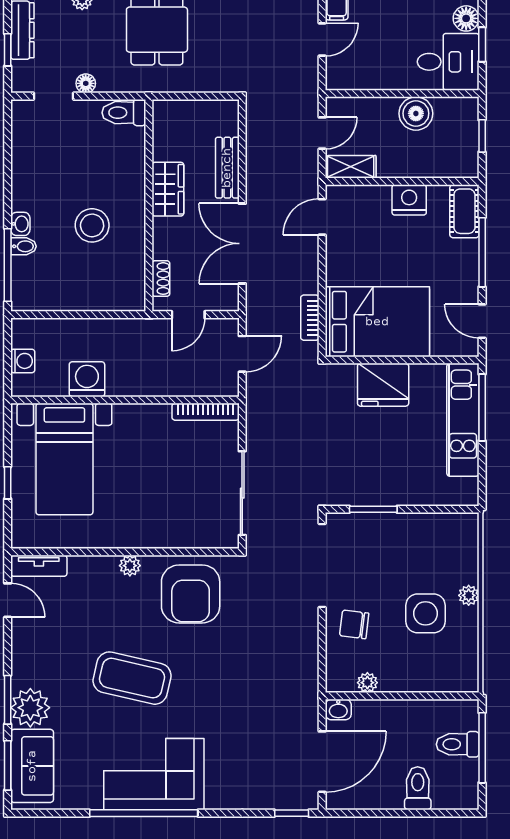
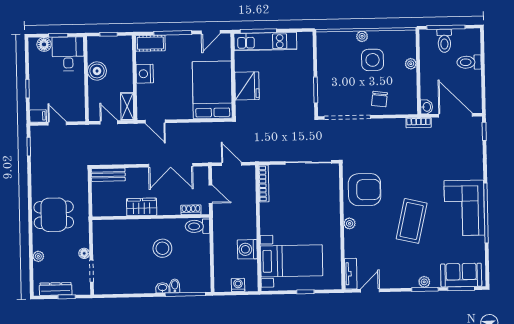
toilet: (124, 113) -> (197, 226), moved, turned 90
bench: (227, 168) -> (108, 175), moved
bookcase: (310, 318) -> (419, 123), moved
plant: (367, 683) -> (411, 64), moved
plant: (30, 708) -> (424, 282), width x0.53, depth x0.53

